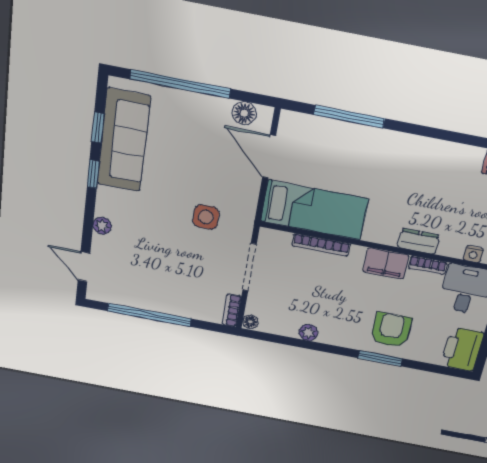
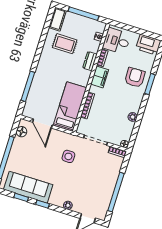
door: (269, 156) -> (42, 124), hinge flipped
rug: (453, 186) -> (65, 44), added
armchair: (391, 330) -> (135, 77), turned 88

